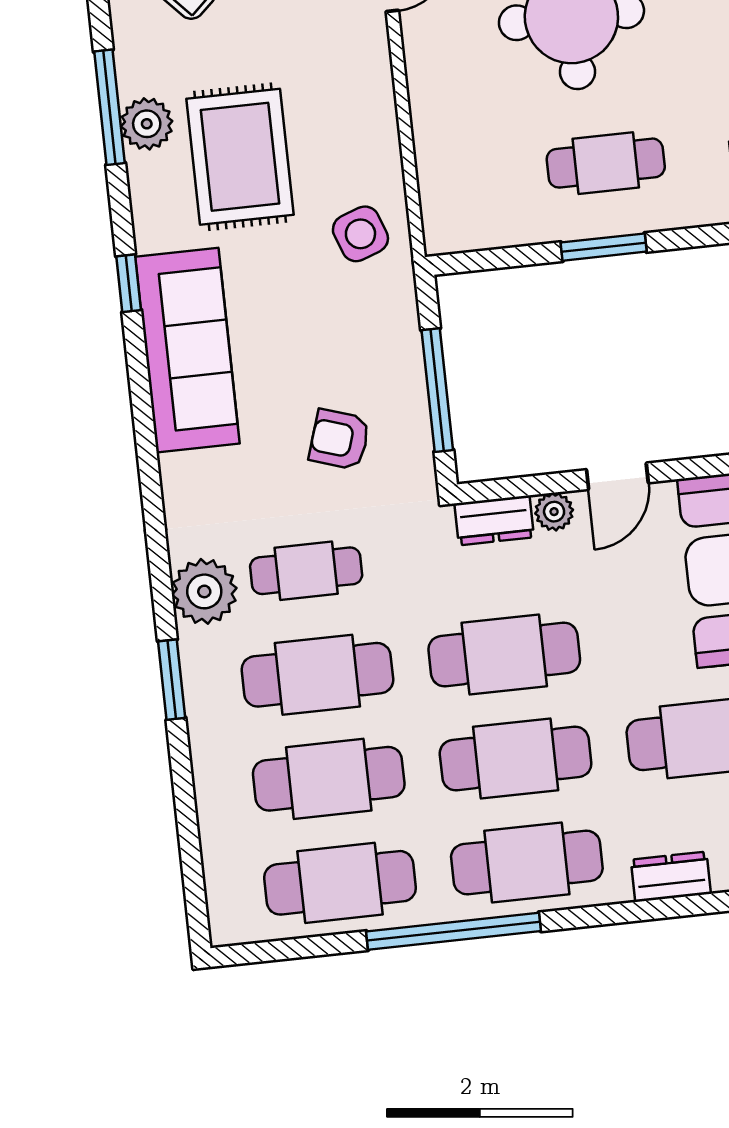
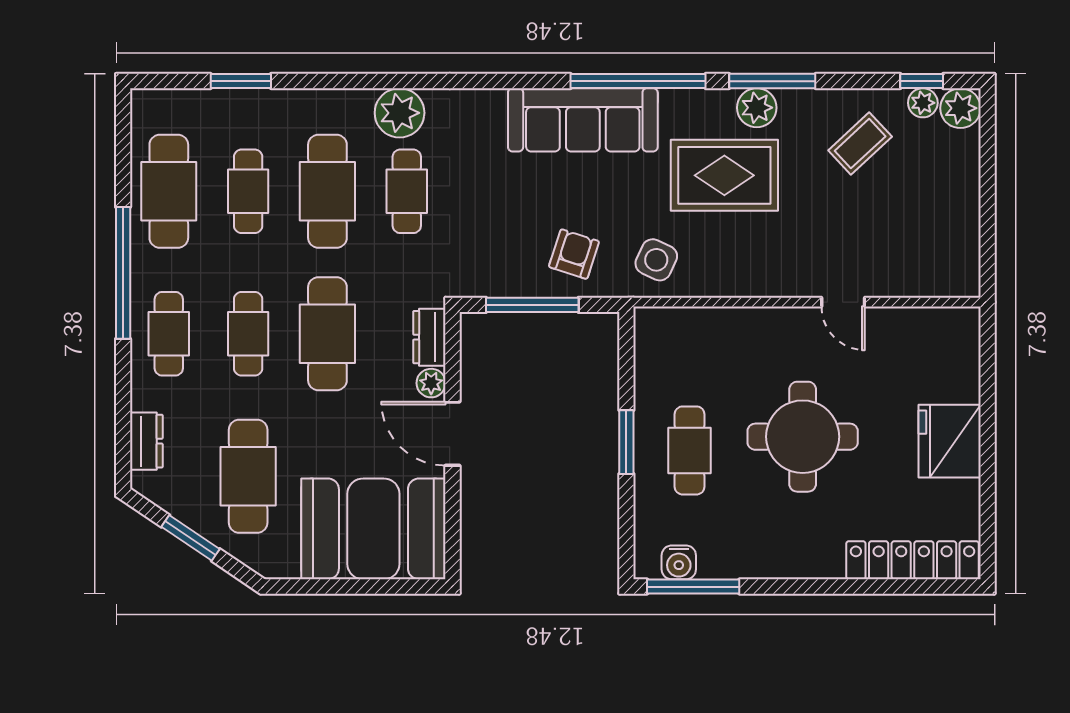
side table: (360, 234) -> (656, 260), turned 45
window: (129, 283) -> (638, 81), width x3.17
armchair: (340, 439) -> (574, 254), moved
door: (617, 476) -> (453, 434), width x1.38
window: (172, 680) -> (241, 81), moved
cafe table: (516, 759) -> (248, 334), width x0.73, depth x0.74
cafe table: (329, 779) -> (248, 191), width x0.73, depth x0.74
cafe table: (527, 863) -> (169, 334), width x0.73, depth x0.74

